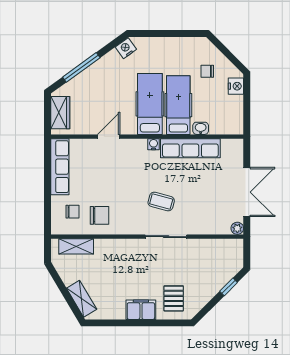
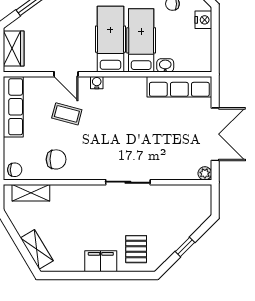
door: (109, 137) -> (66, 74), swing flipped
water cooler: (154, 144) -> (97, 83), moved
row of seats: (190, 148) -> (179, 87), moved
coffee table: (161, 202) -> (67, 114), moved
chair: (72, 212) -> (15, 170), moved
window: (229, 287) -> (185, 247), moved

